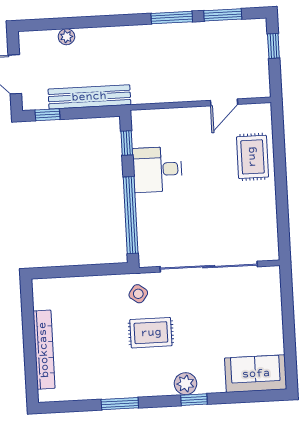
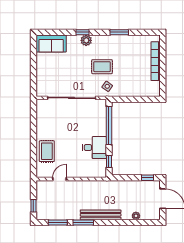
bench: (89, 97) -> (101, 215), moved

